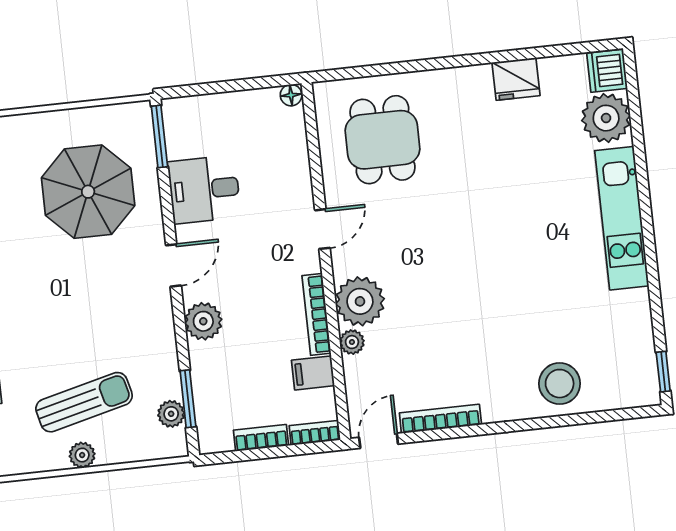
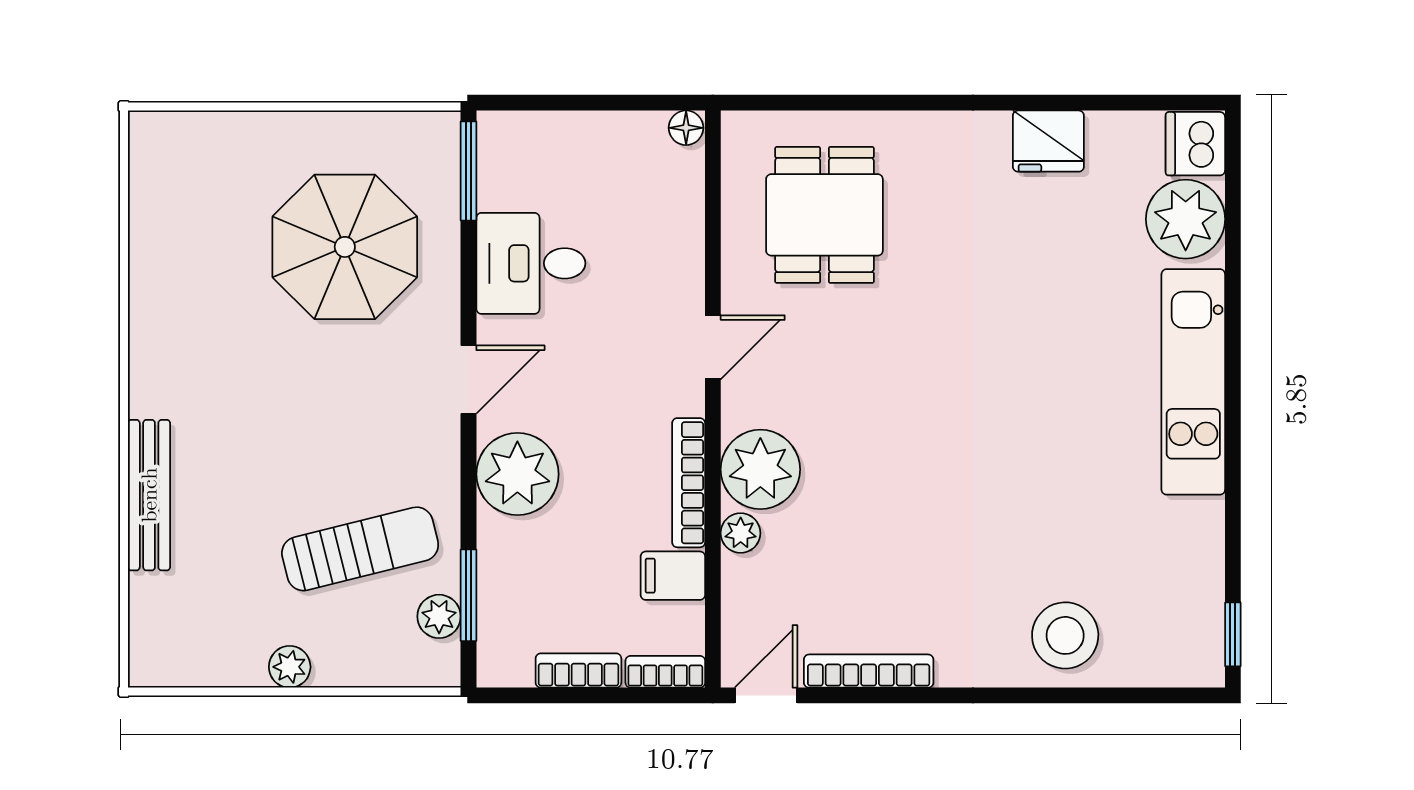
plant: (203, 321) -> (517, 474), width x1.36, depth x1.36
sun lounger: (84, 402) -> (360, 549), moved

